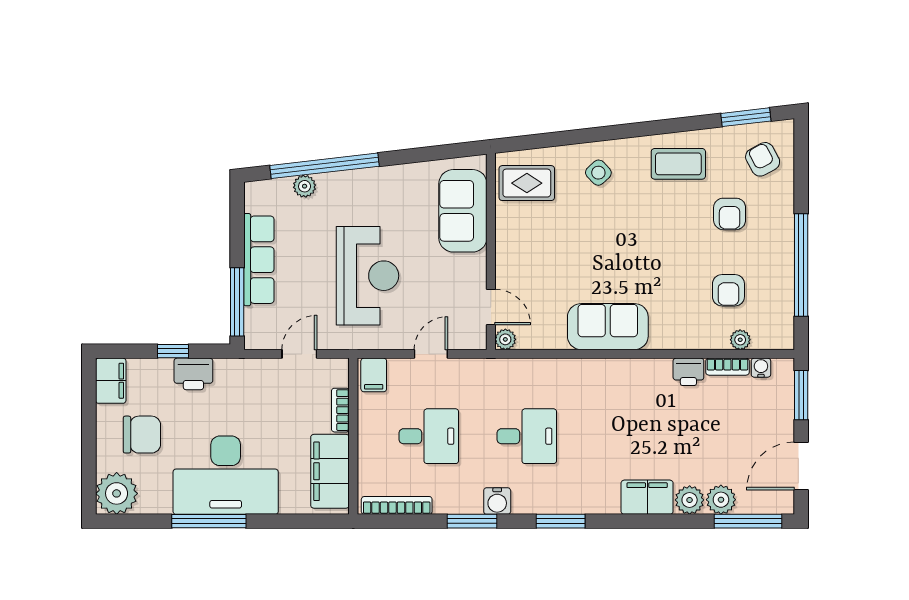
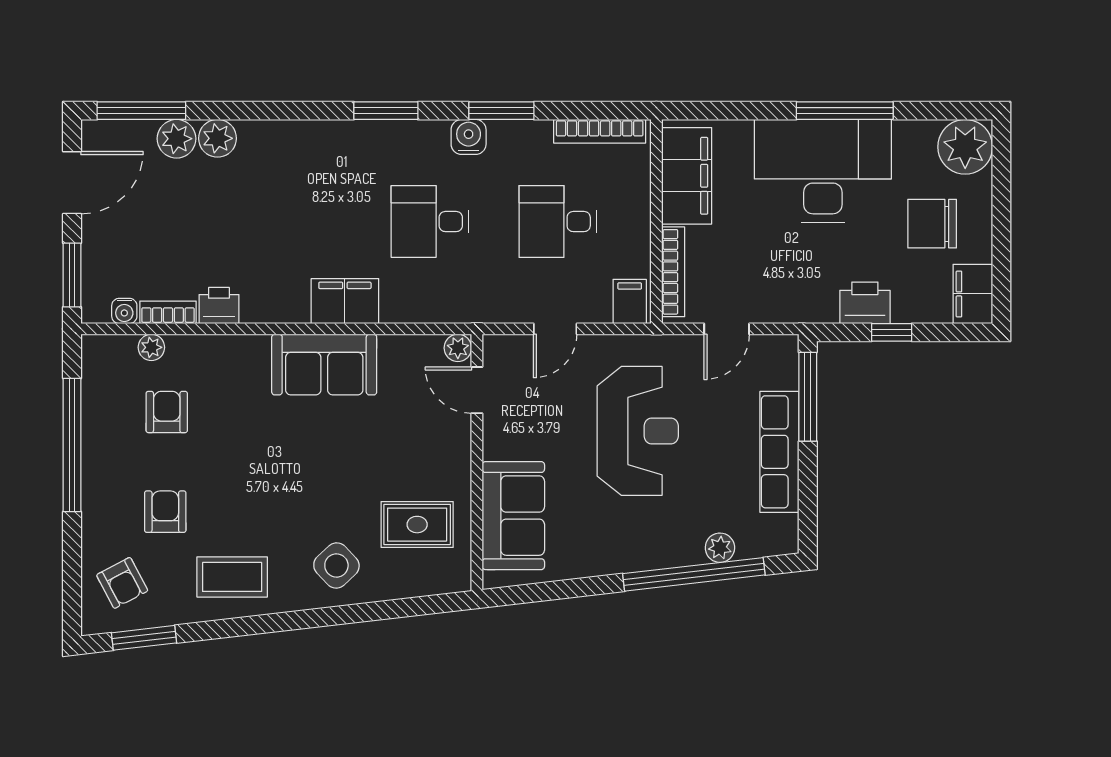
side table: (598, 173) -> (336, 565), width x1.37, depth x1.37
rug: (527, 183) -> (417, 525), moved
reception desk: (368, 276) -> (638, 431), turned 180
bookcase: (340, 410) -> (673, 272), width x1.56
filing cabinet: (647, 497) -> (345, 301), moved, turned 180

